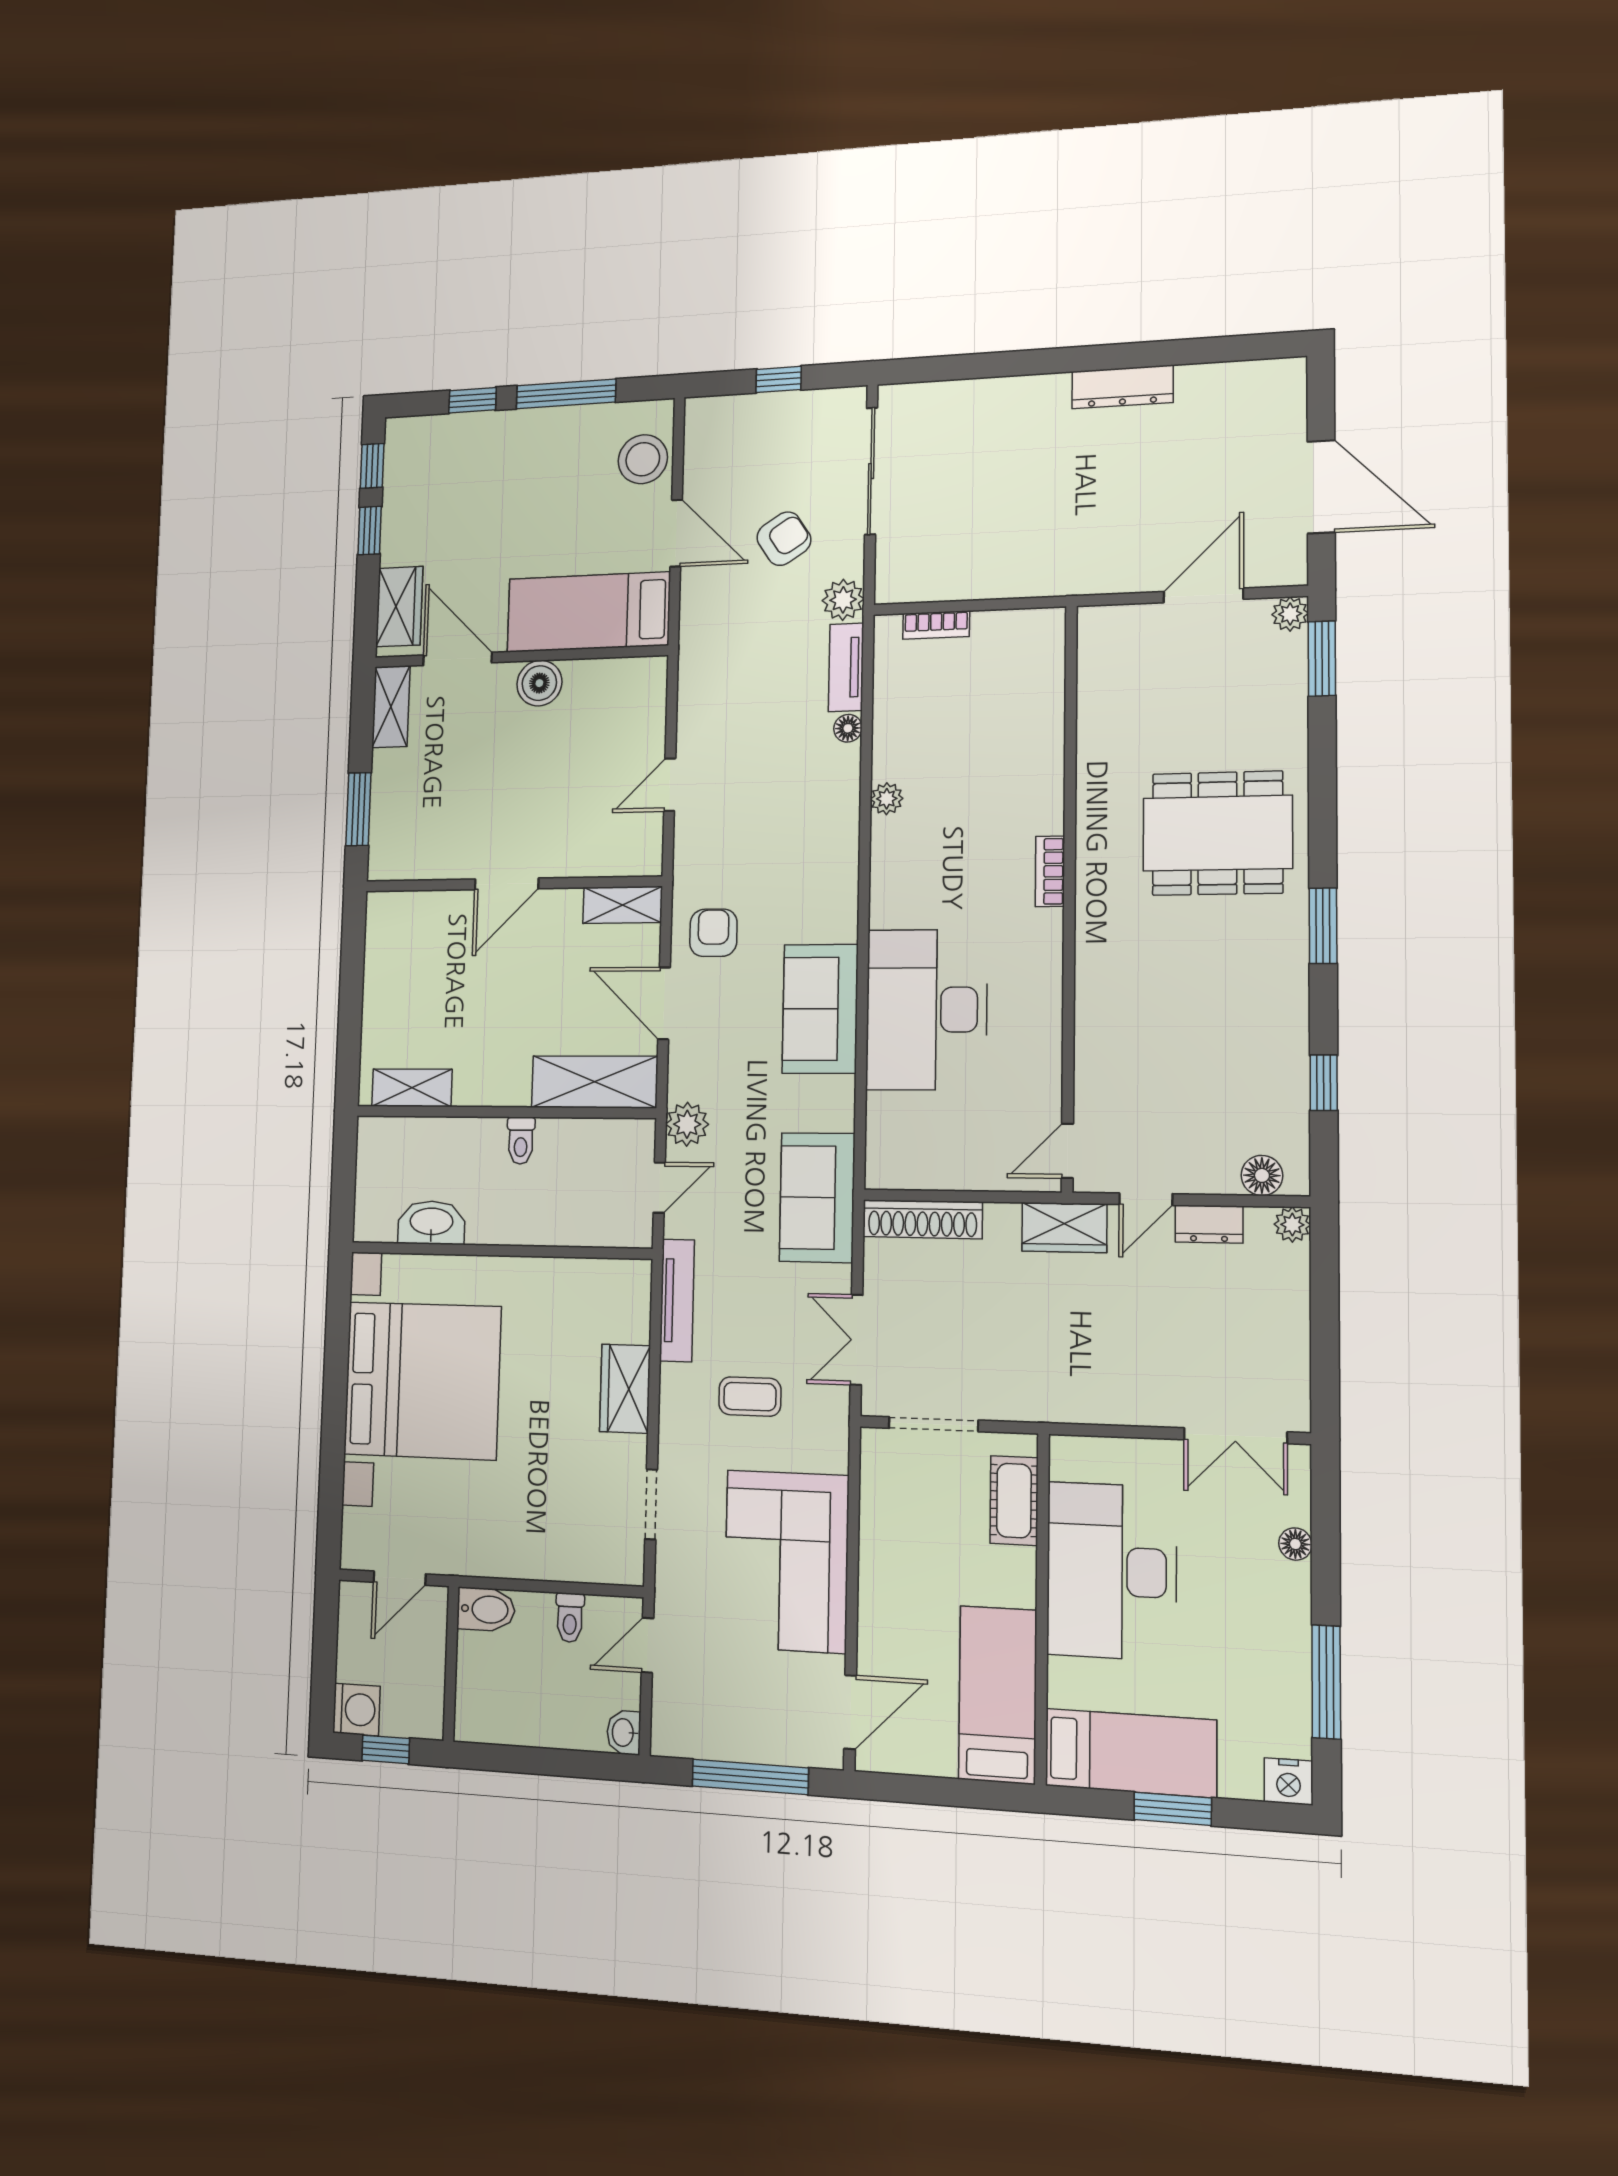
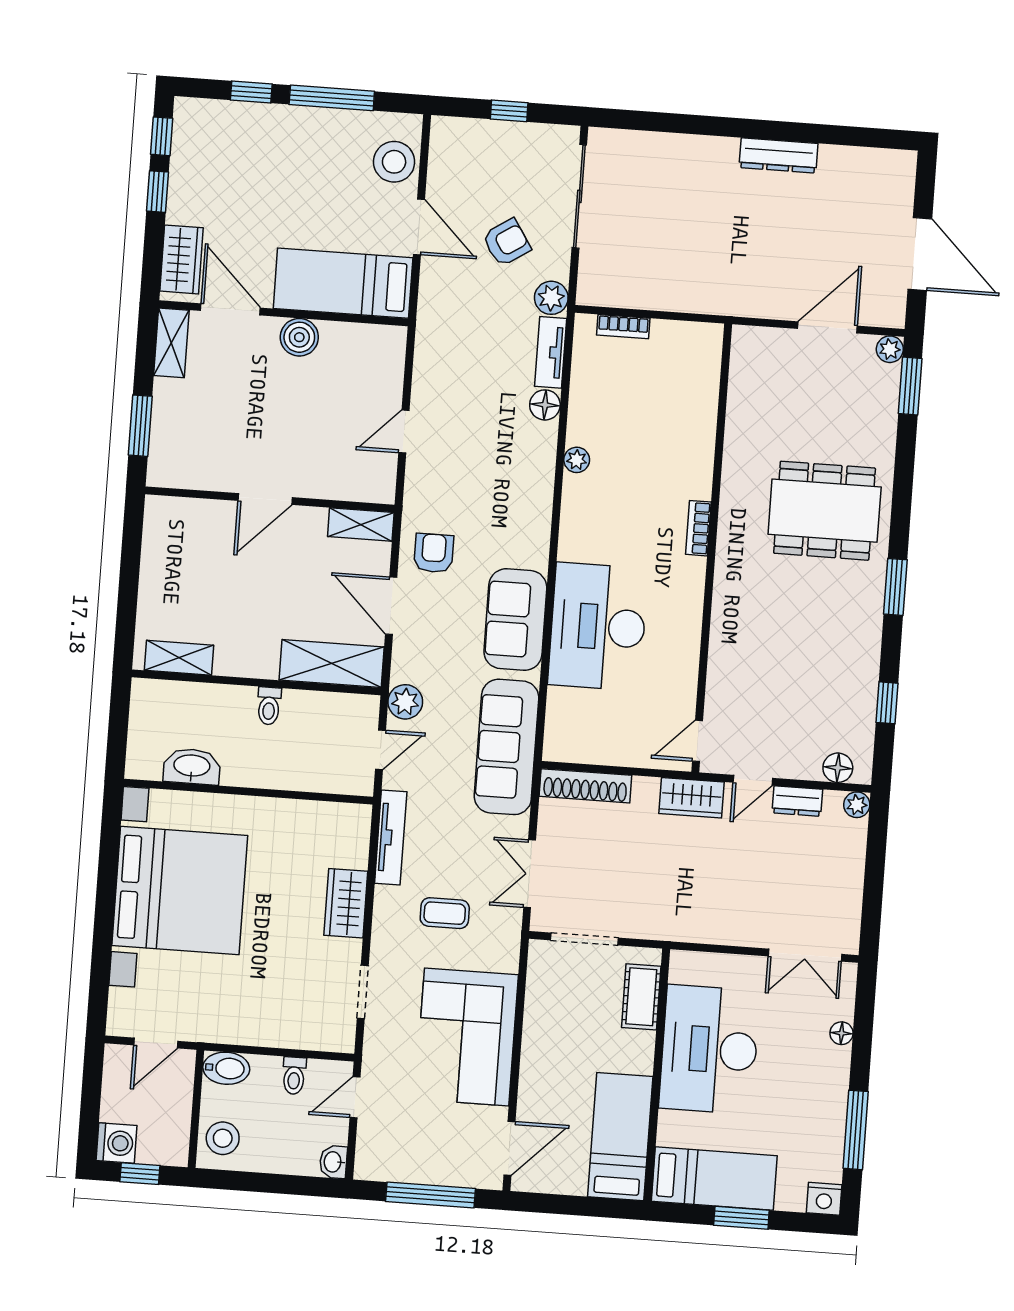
floor lamp: (848, 728) -> (545, 405), width x1.37, depth x1.37
sofa: (817, 1198) -> (506, 747), width x1.36
stool: (485, 1702) -> (223, 1138), added

